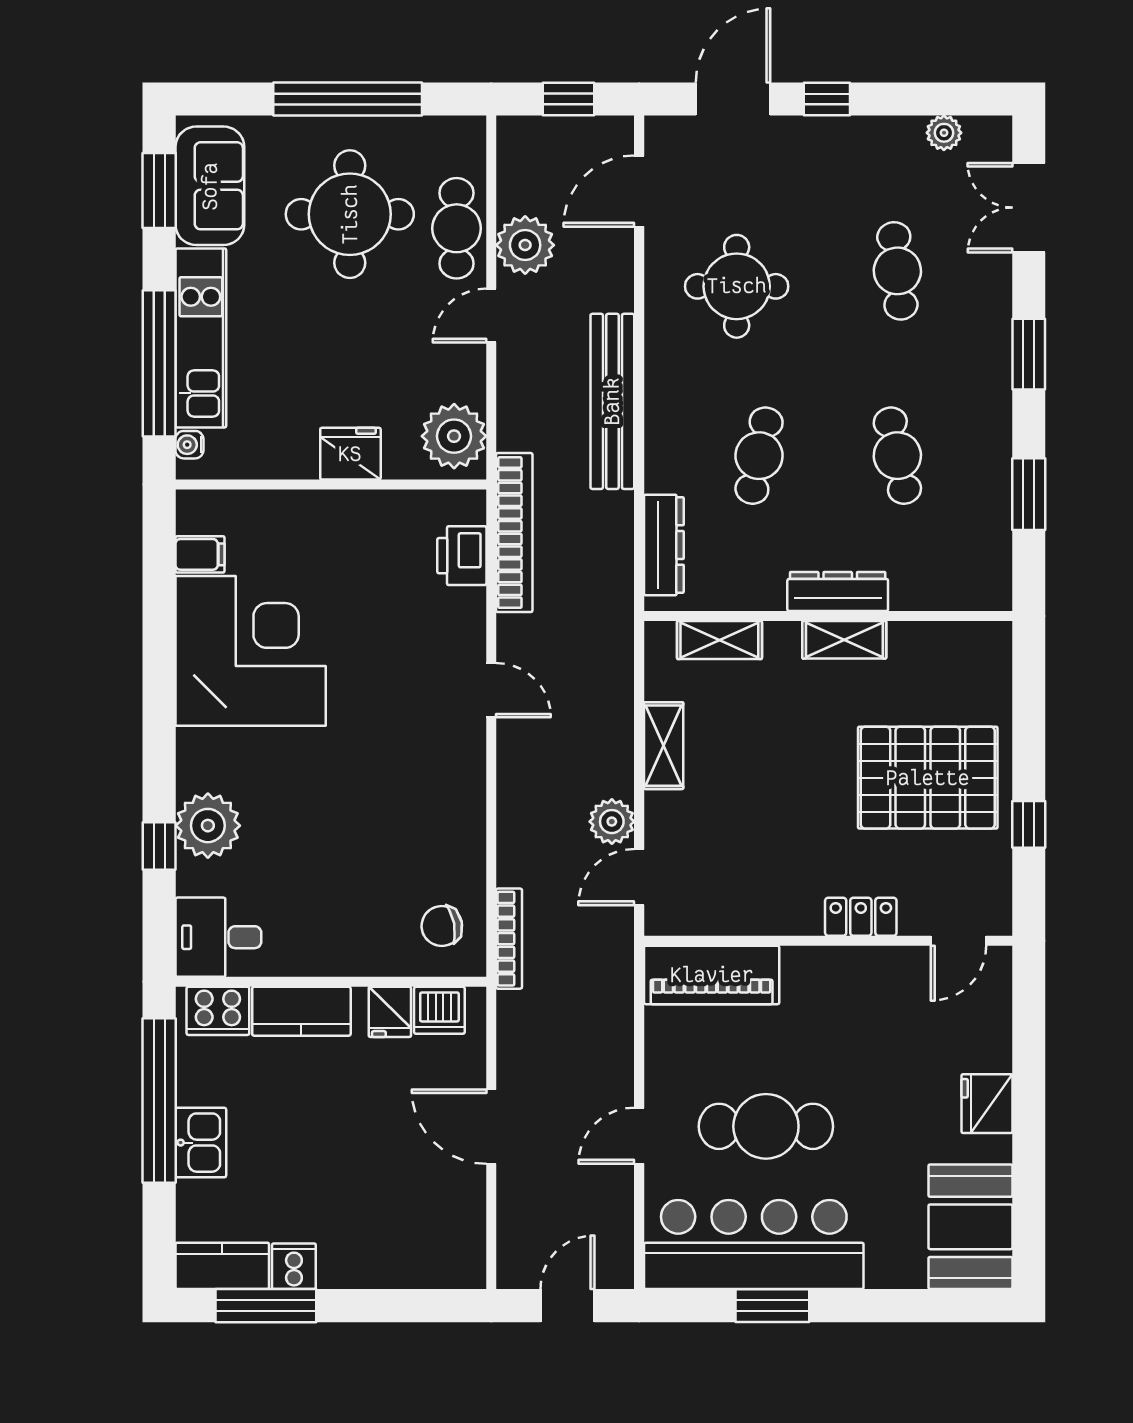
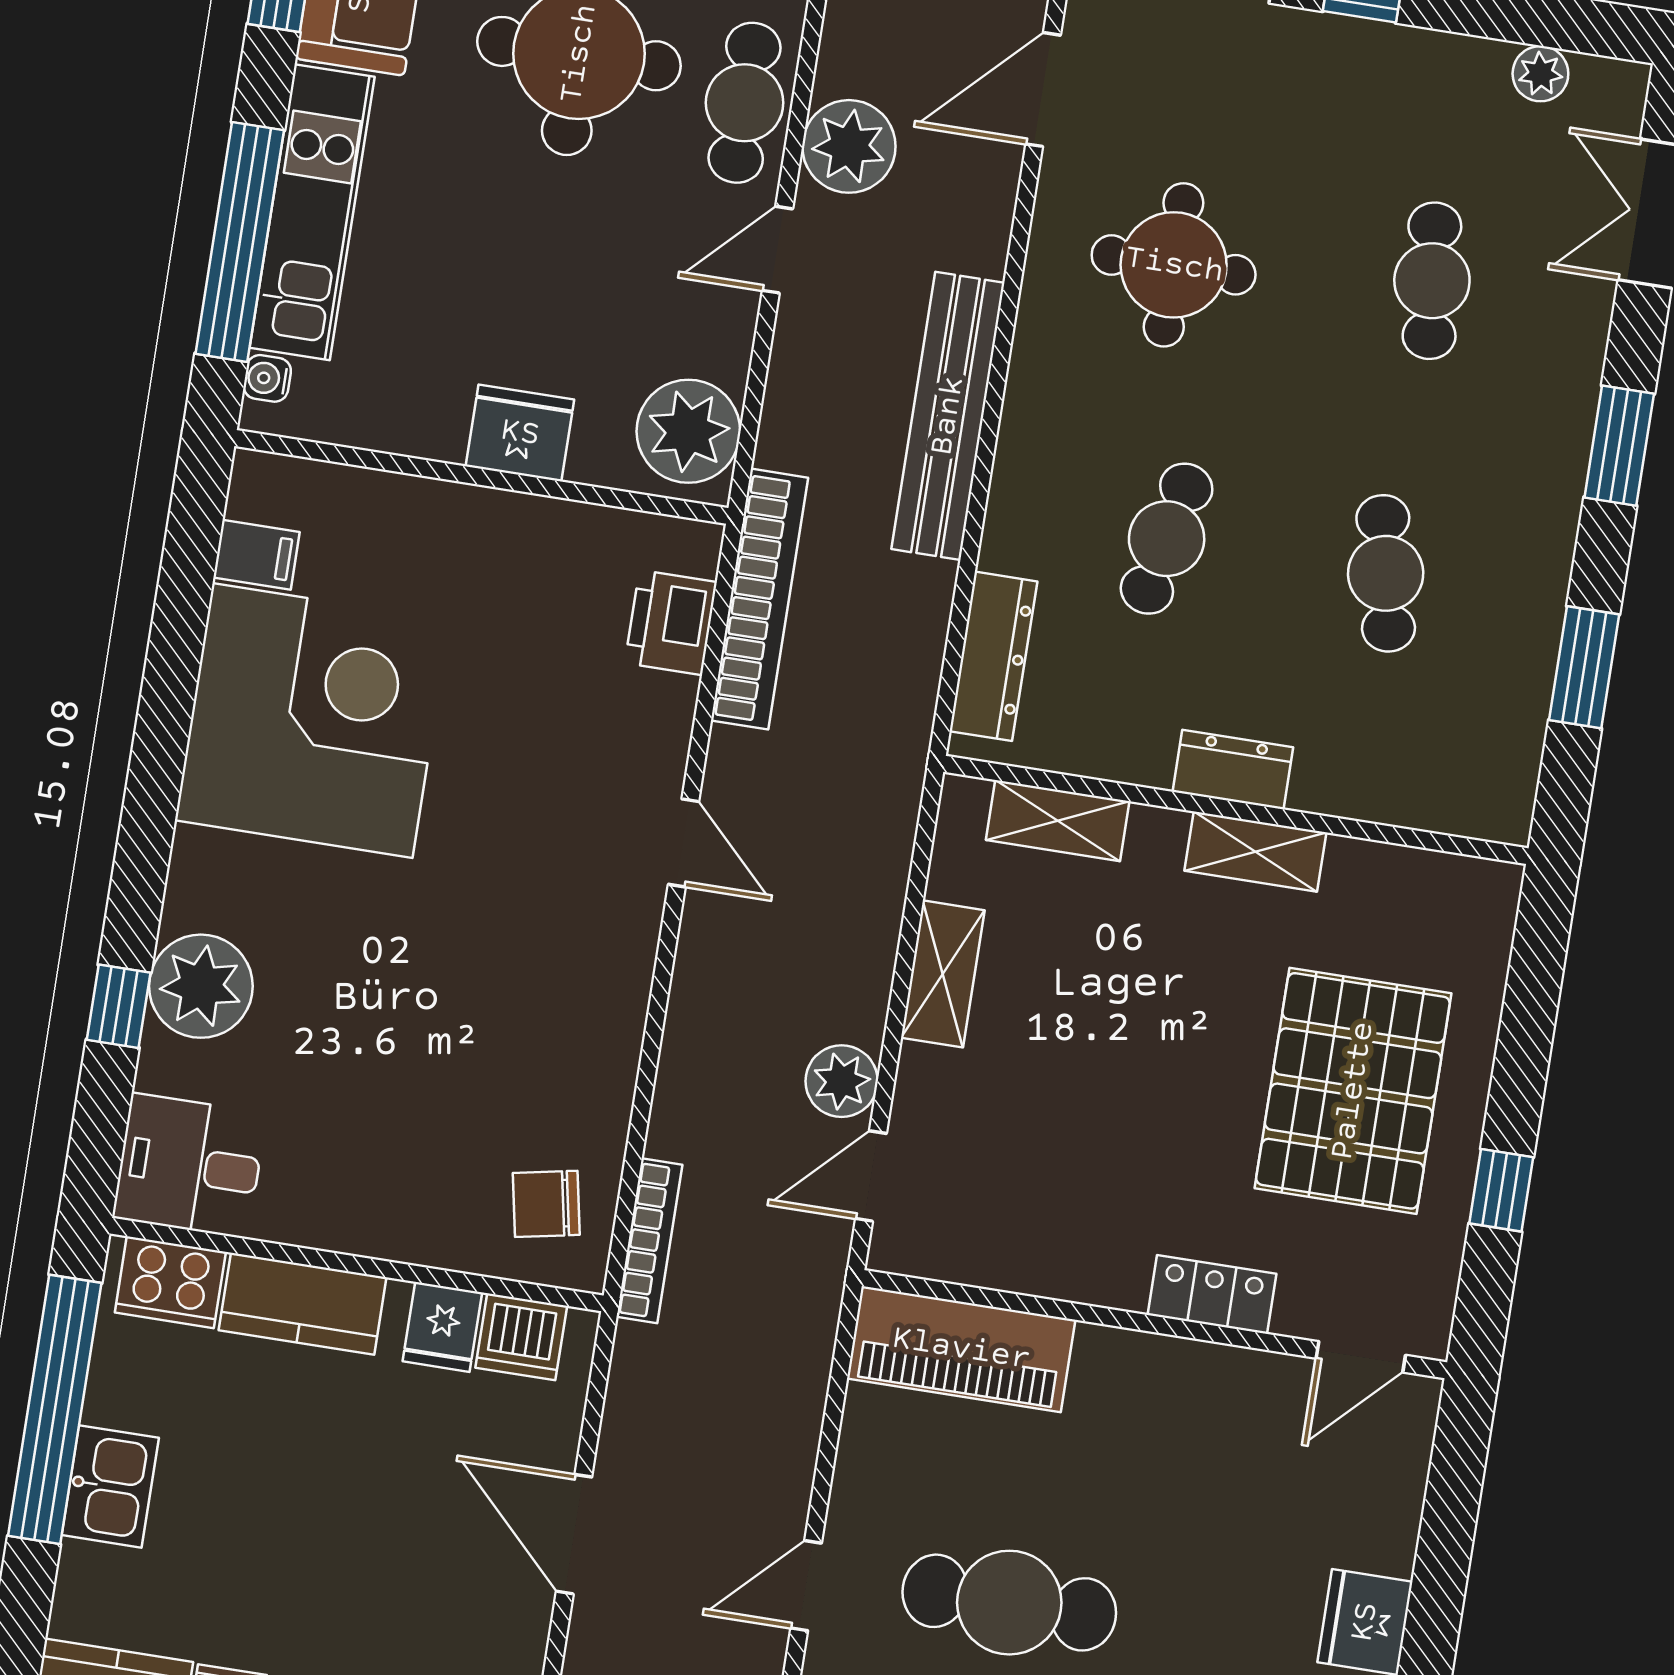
dresser: (838, 591) -> (1233, 770), width x0.70
pallet: (928, 778) -> (1353, 1091), turned 90

